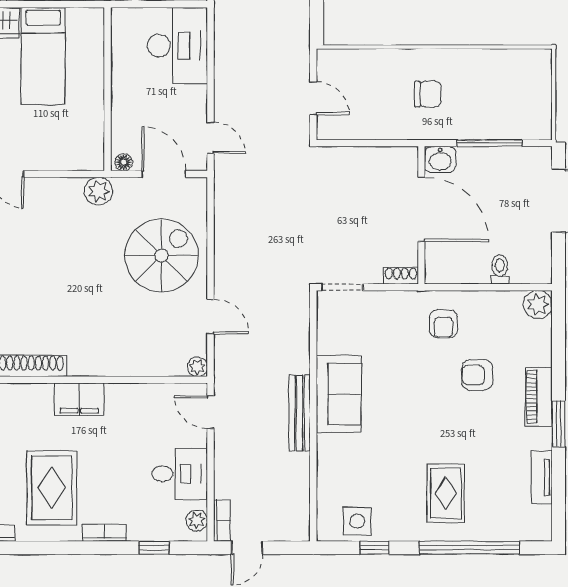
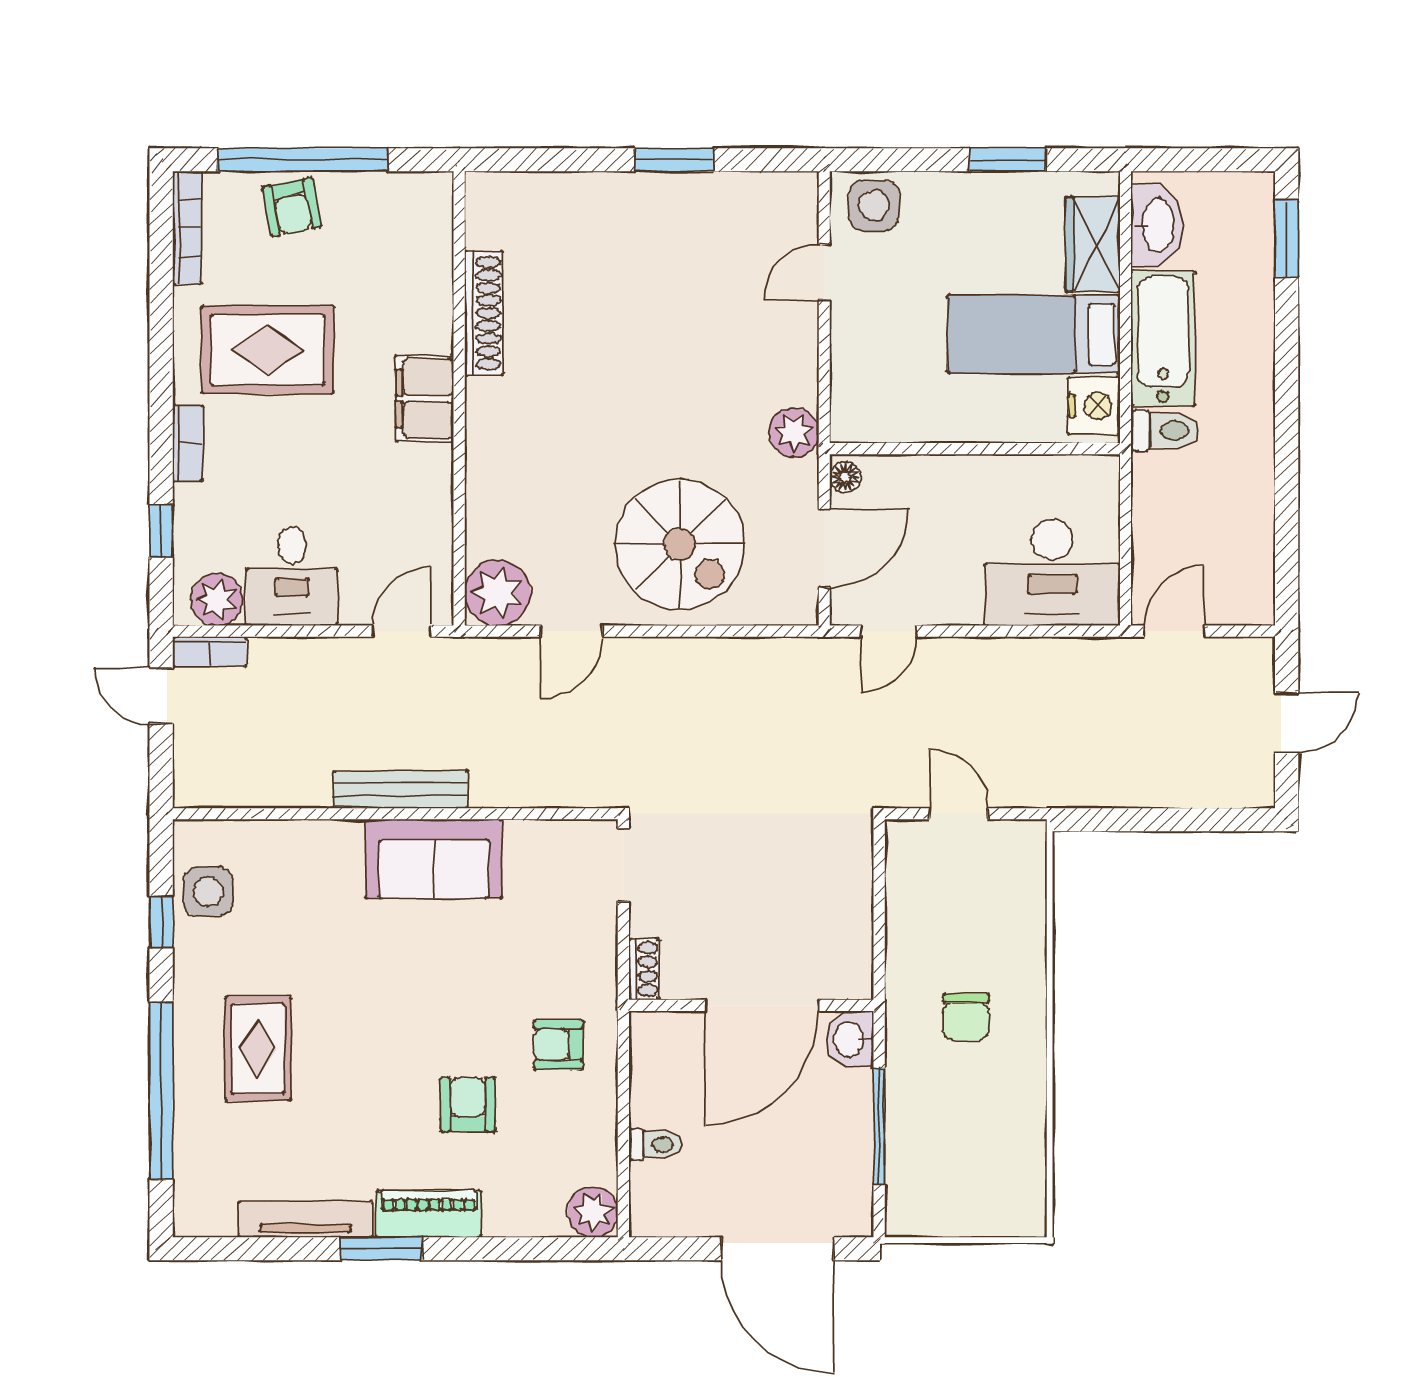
nightstand: (83, 22) -> (1094, 406), added
door: (313, 98) -> (959, 814), swing flipped
plant: (197, 367) -> (498, 593), width x1.88, depth x1.88
tv unit: (542, 477) -> (305, 1219), width x1.41
rug: (446, 493) -> (258, 1049), turned 90
plant: (197, 520) -> (217, 600), width x1.38, depth x1.38

